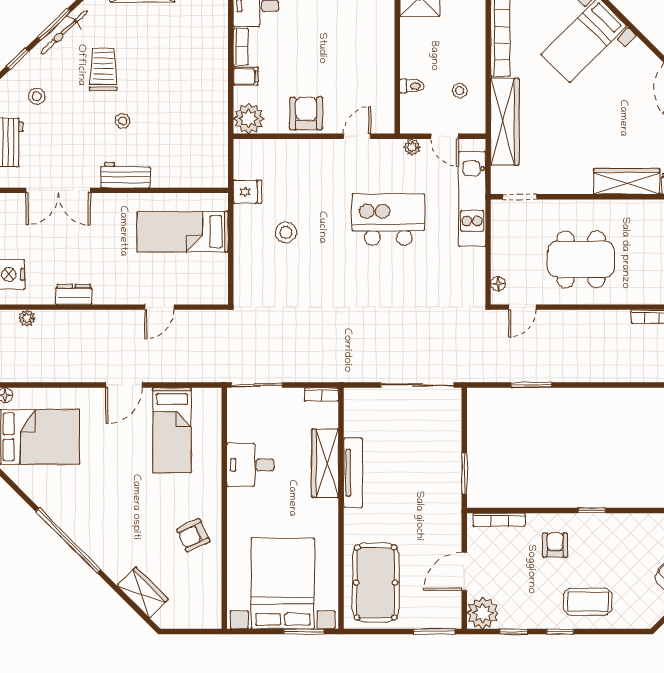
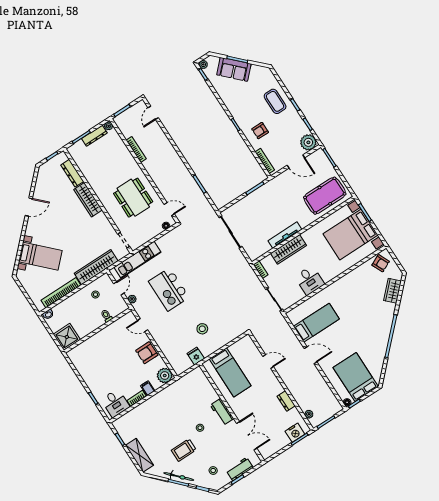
armchair: (193, 535) -> (381, 263), moved

